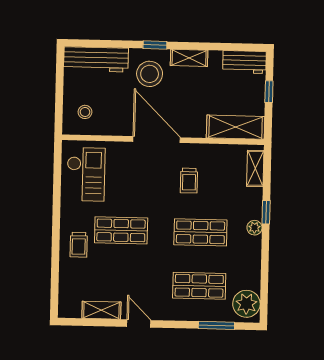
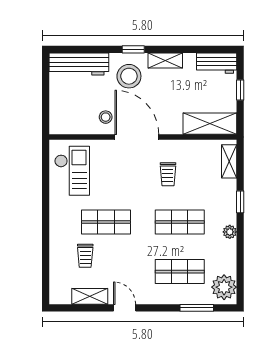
stool: (85, 112) -> (106, 117), moved
plant: (254, 228) -> (230, 232), moved
trolley: (79, 245) -> (85, 256), moved

